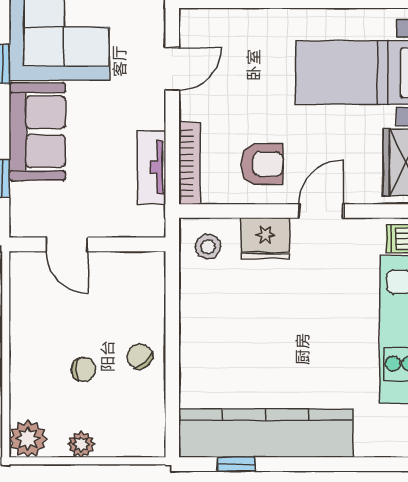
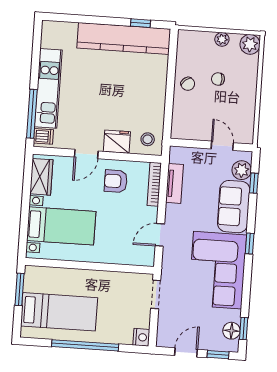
plant: (27, 201) -> (242, 170), added

